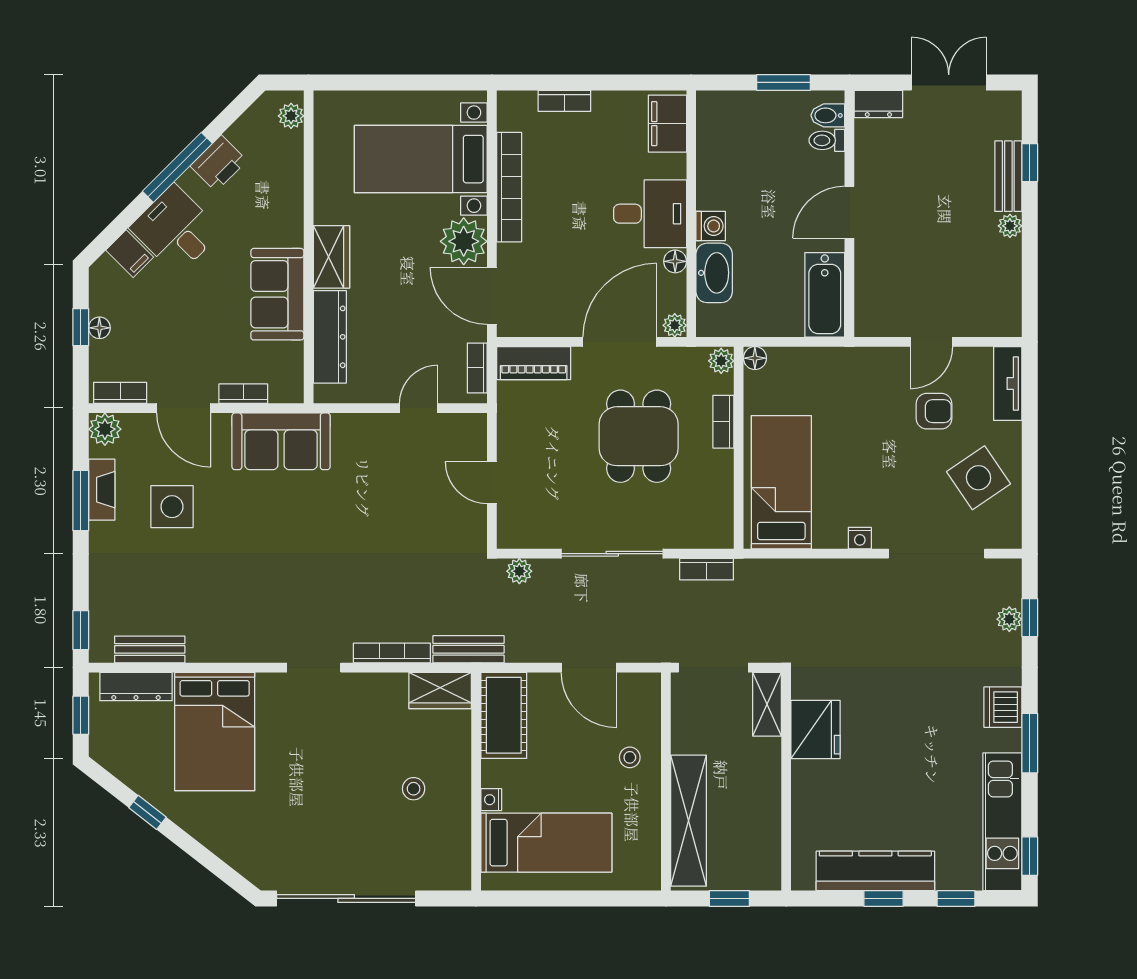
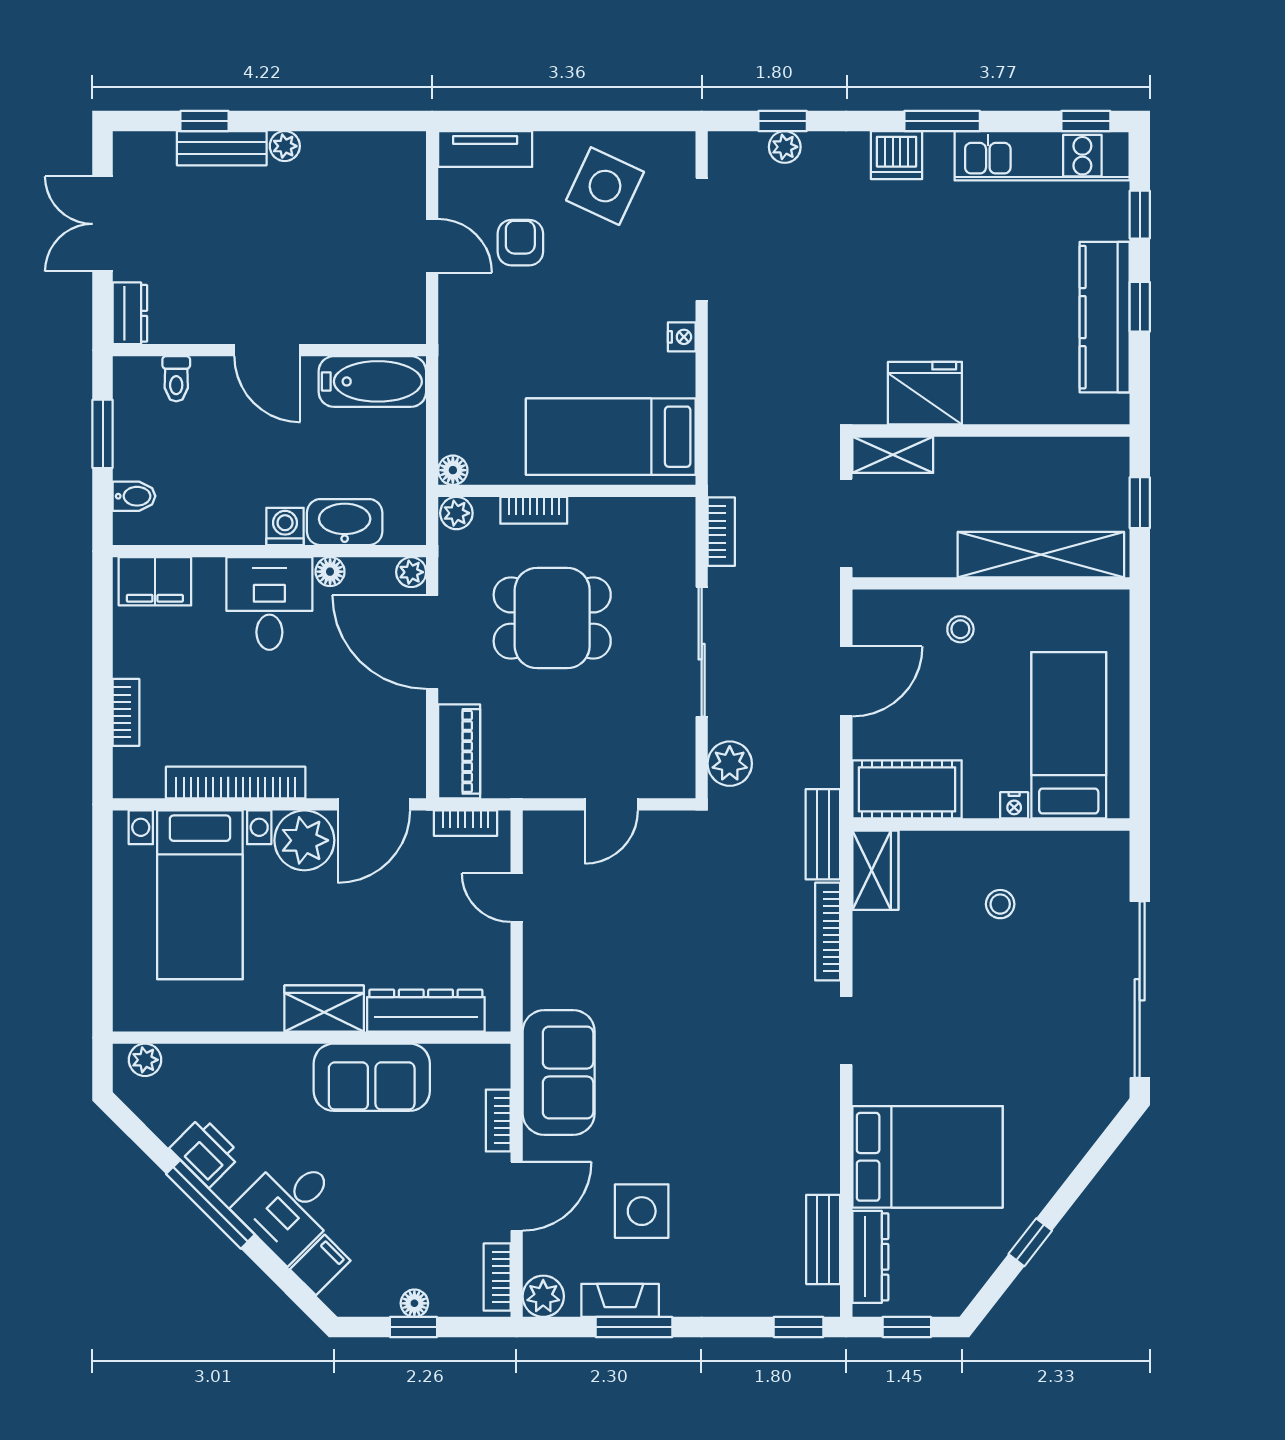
bidet: (828, 115) -> (134, 496), moved, turned -90
side table: (978, 478) -> (605, 186), turned -31
plant: (519, 571) -> (730, 764), width x1.38, depth x1.38

